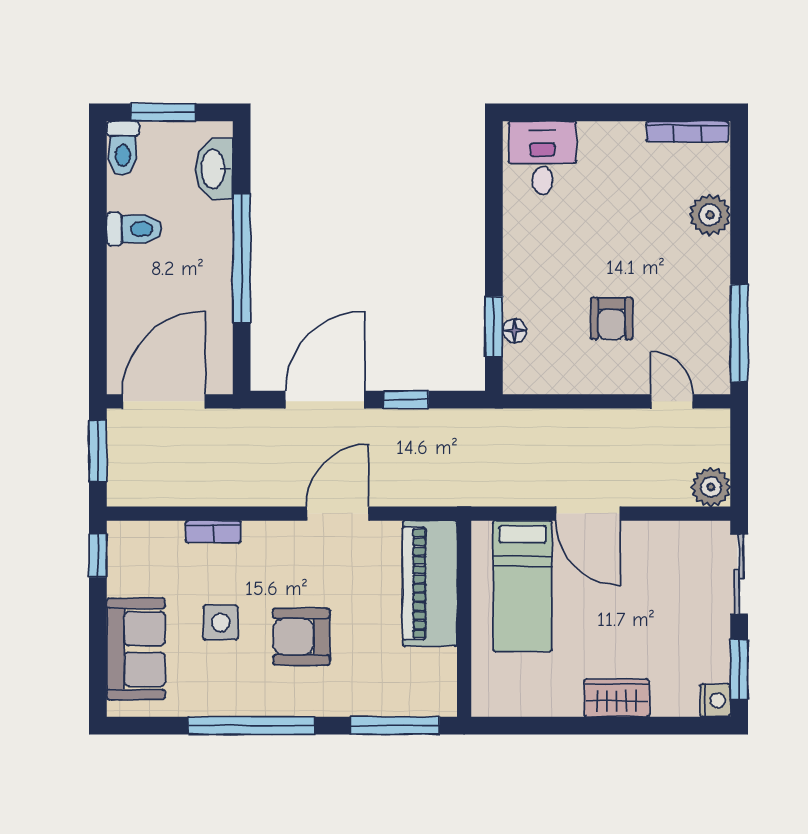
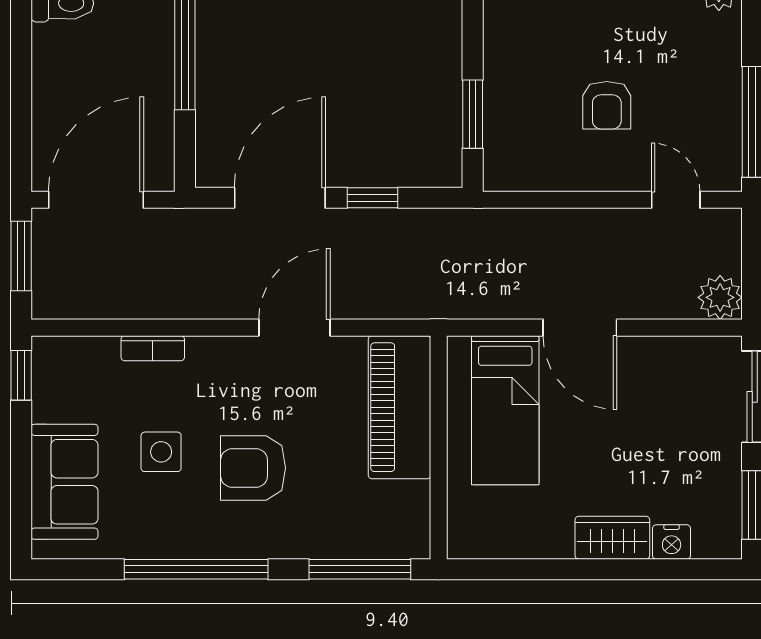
floor lamp: (515, 331) -> (496, 119), removed
nightstand: (715, 700) -> (672, 542), moved, turned 90

